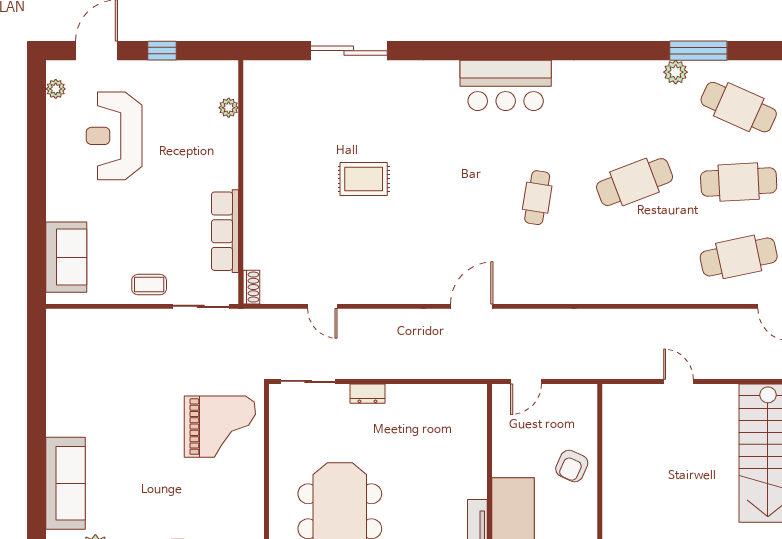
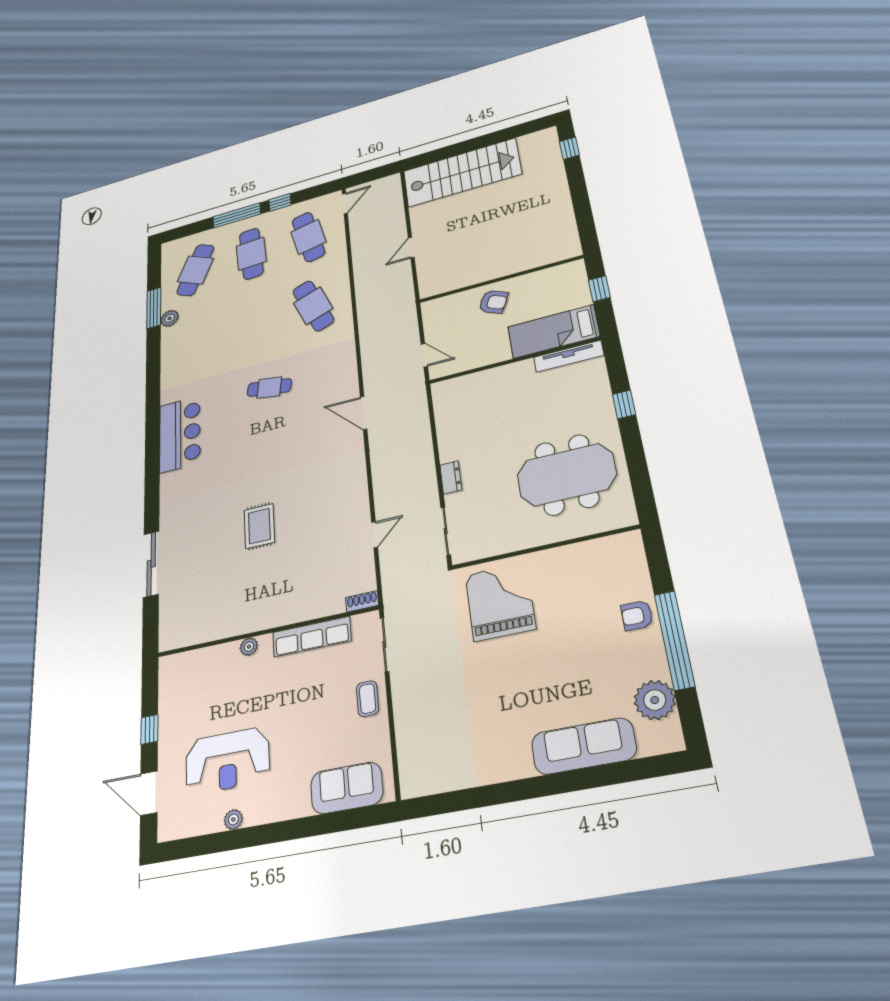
plant: (56, 89) -> (233, 820), moved
plant: (229, 108) -> (249, 647), moved
cafe table: (634, 182) -> (313, 306), moved

